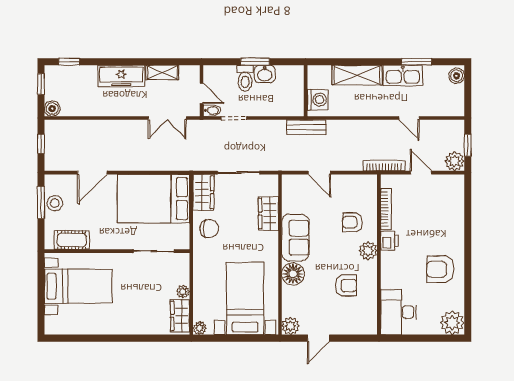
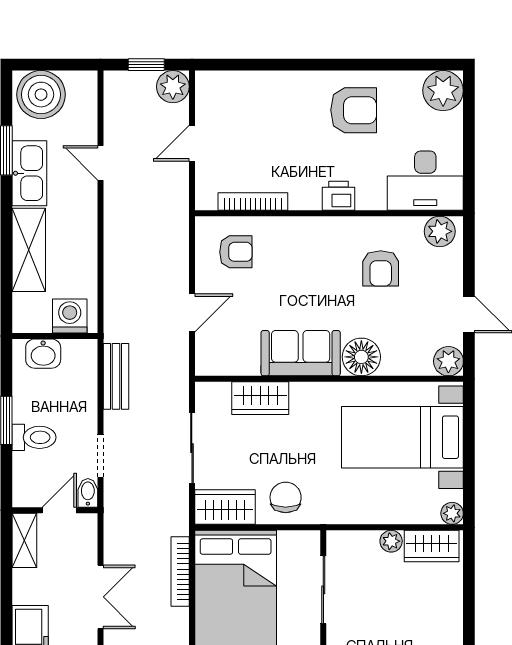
shelving: (162, 72) -> (24, 540), moved
washbasin: (265, 74) -> (43, 354), moved, turned 90
boiler: (457, 76) -> (41, 95), width x1.86, depth x1.86
double door: (167, 118) -> (101, 597), moved
door: (409, 118) -> (101, 163), swing flipped
bench: (306, 127) -> (116, 376), moved
bookcase: (384, 166) -> (180, 572), moved
armchair: (352, 222) -> (236, 252), moved, turned -90
printer: (389, 241) -> (339, 196), moved
plant: (368, 251) -> (440, 231), moved
armchair: (440, 269) -> (354, 110), turned -90
armchair: (346, 285) -> (381, 268), turned 180

